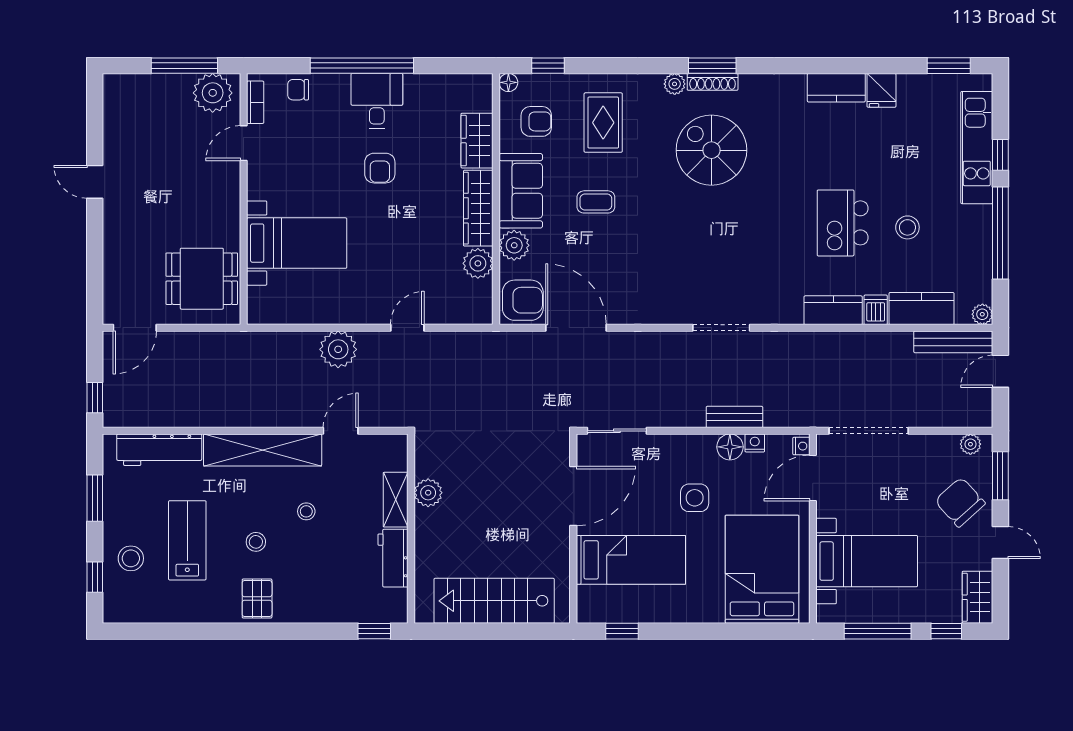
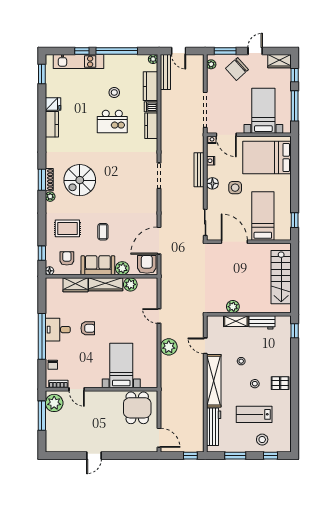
bench: (734, 417) -> (199, 170), width x1.36
floor lamp: (730, 447) -> (212, 183), moved

